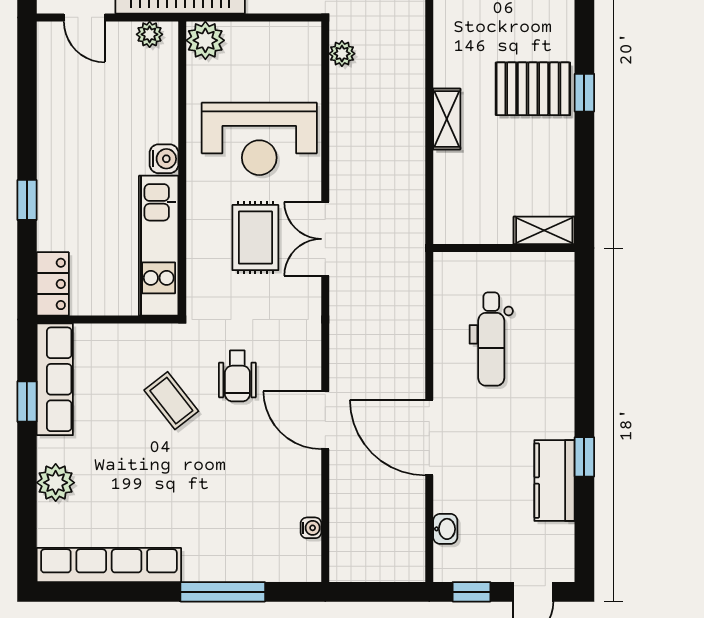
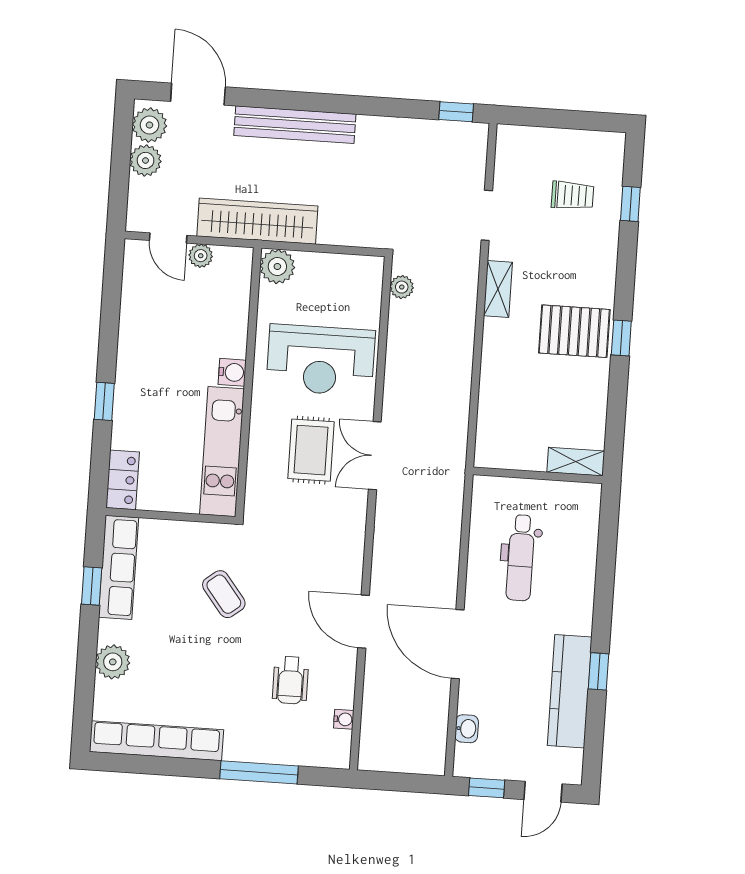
plant: (150, 34) -> (201, 256), moved
shelving: (447, 119) -> (498, 289), moved
wheelchair: (237, 376) -> (291, 680), moved
kitchen counter: (555, 481) -> (570, 691), width x1.50

